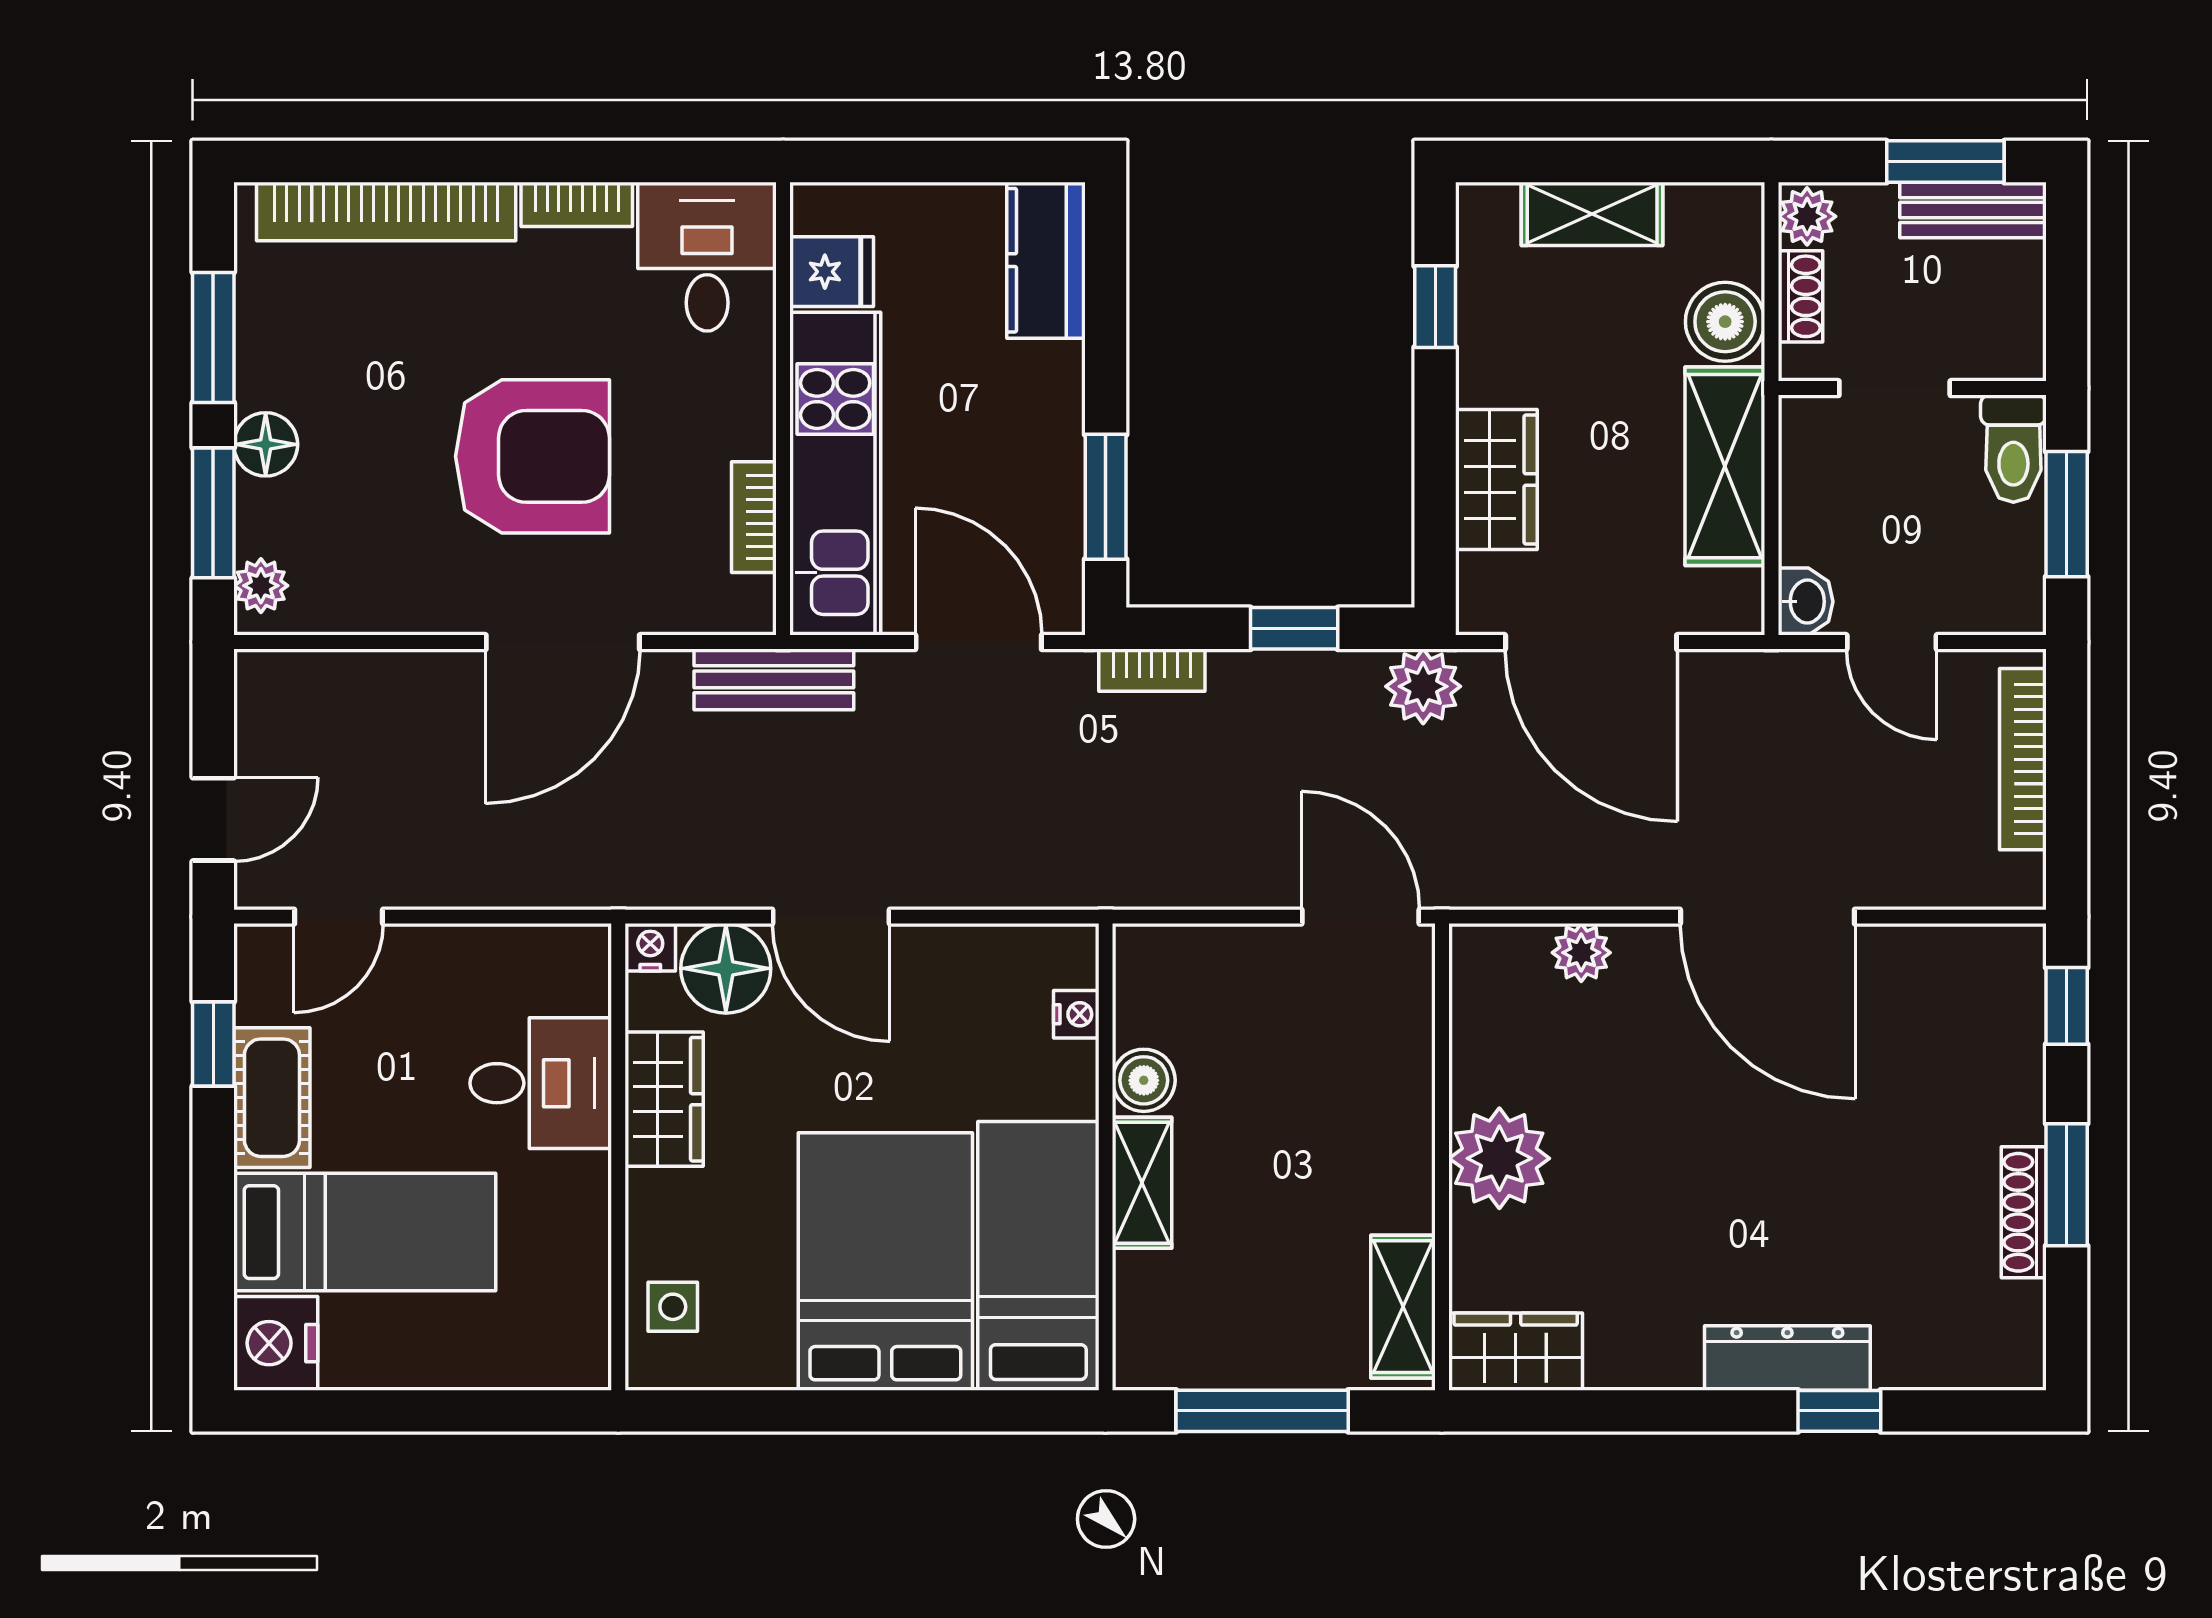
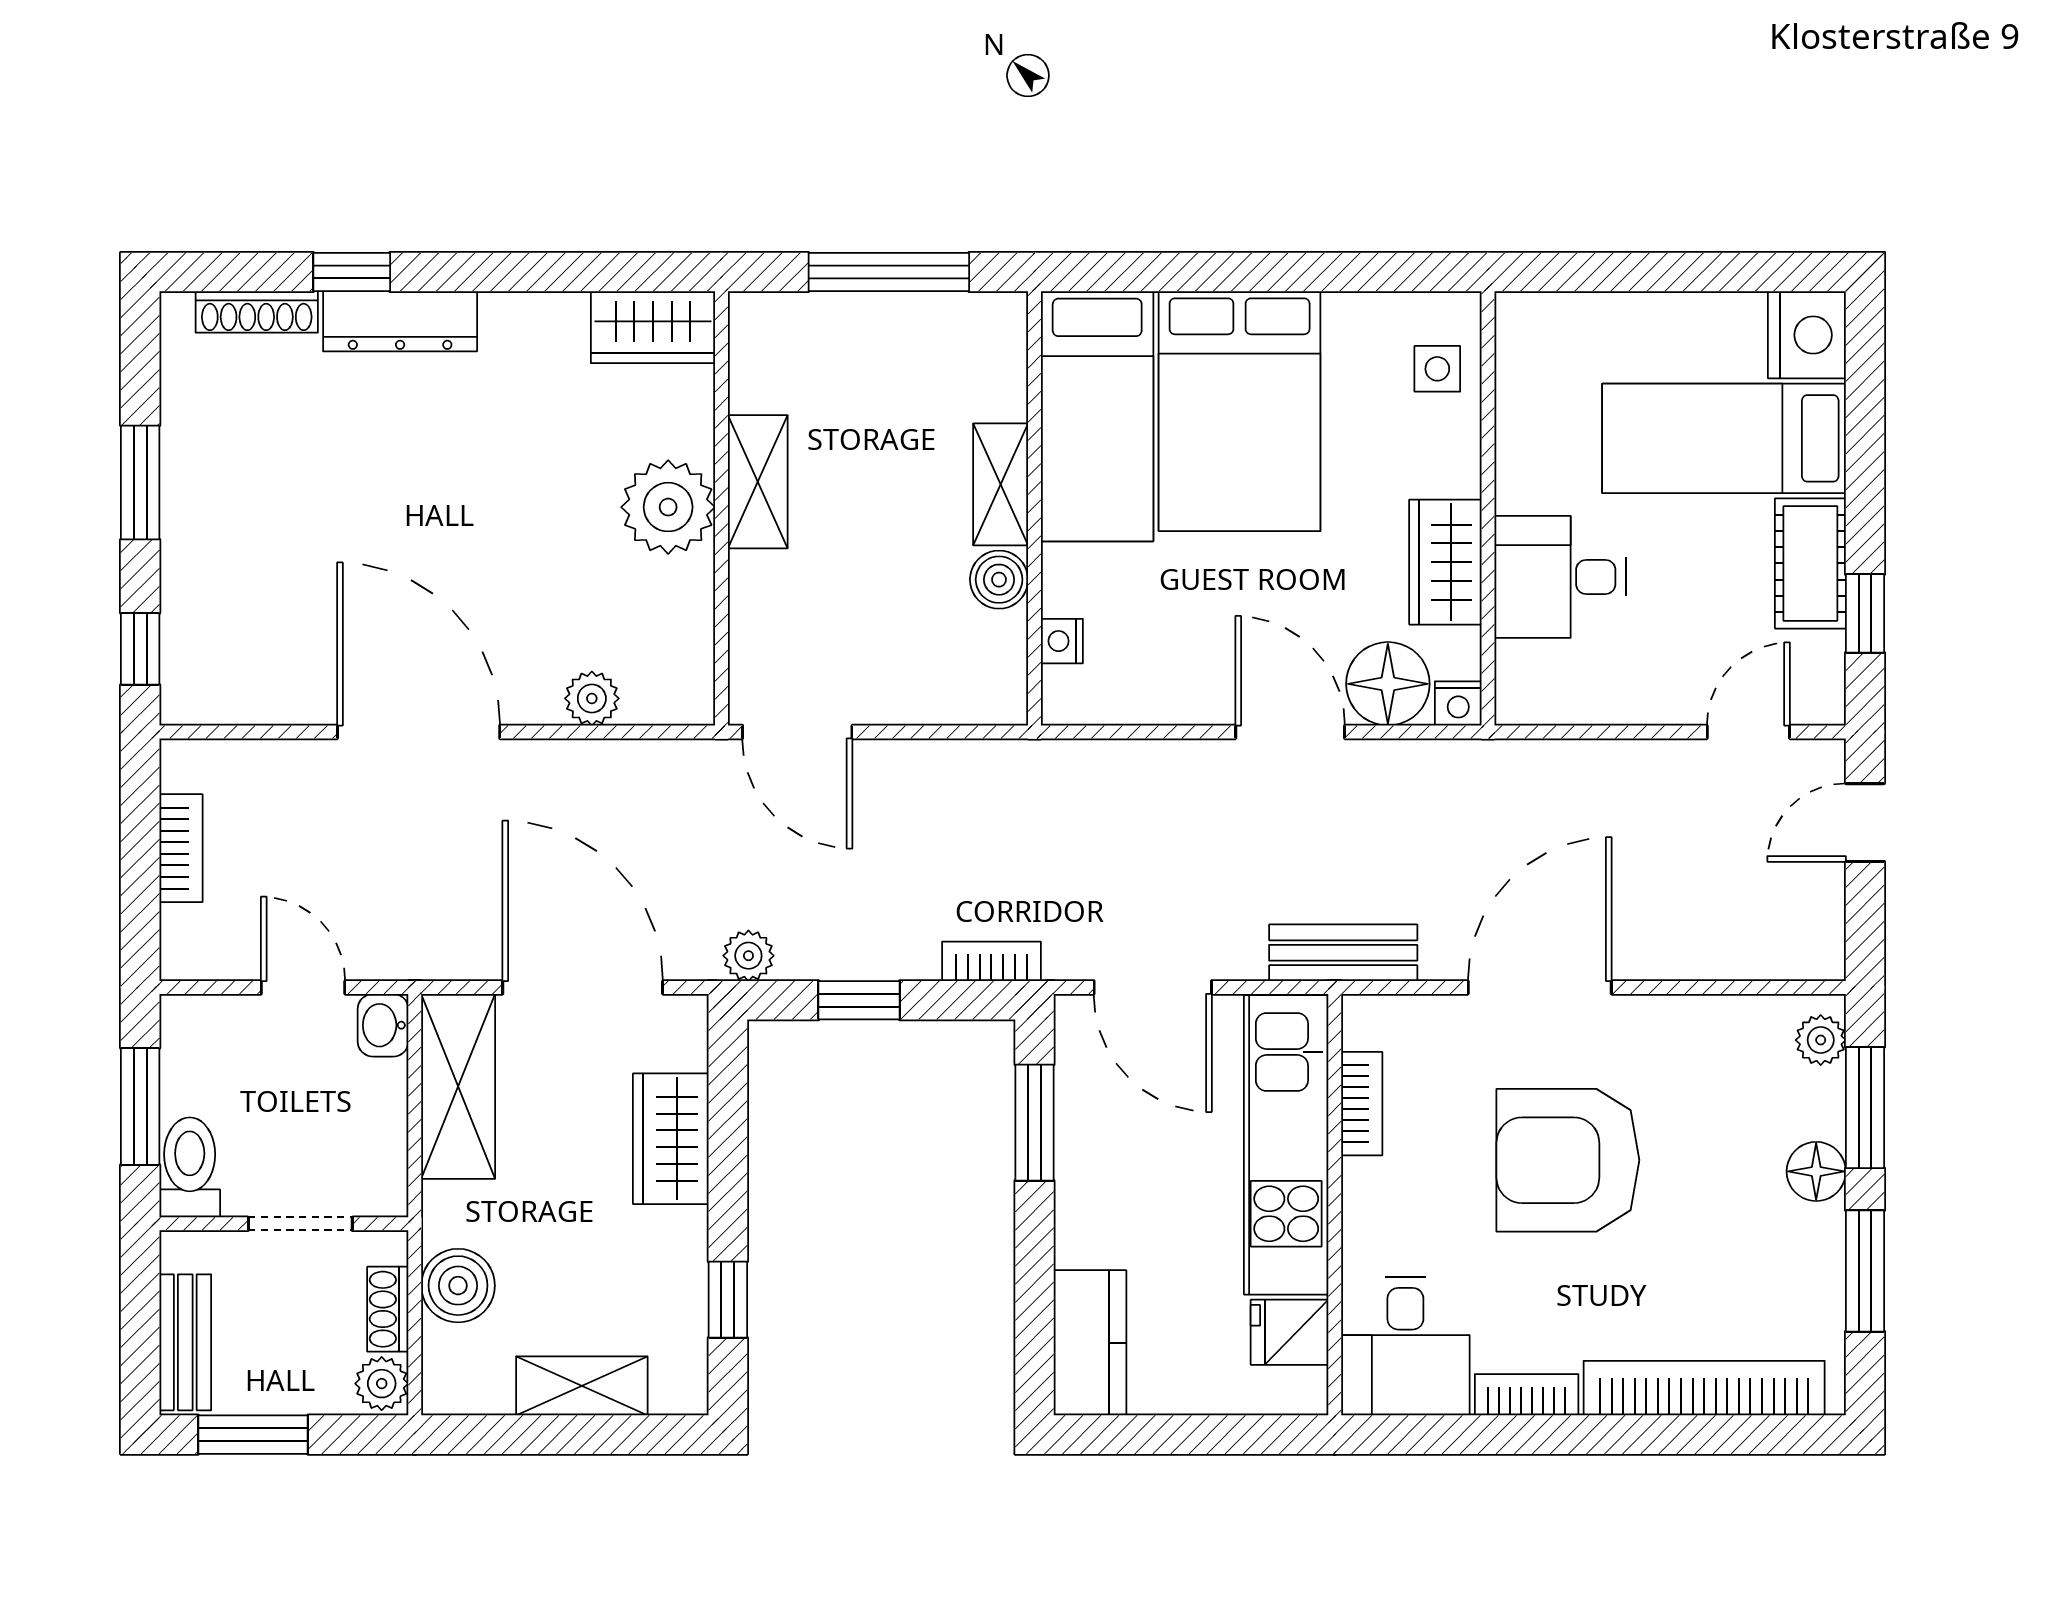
bench: (1973, 210) -> (185, 1342), moved, turned 90
shelving: (1725, 466) -> (458, 1086), moved
plant: (1423, 686) -> (748, 956), width x0.73, depth x0.73
bookcase: (2023, 759) -> (181, 848), width x0.64
shoe rack: (2024, 1212) -> (257, 312), moved, turned 90
shelving: (1403, 1307) -> (758, 482), moved

